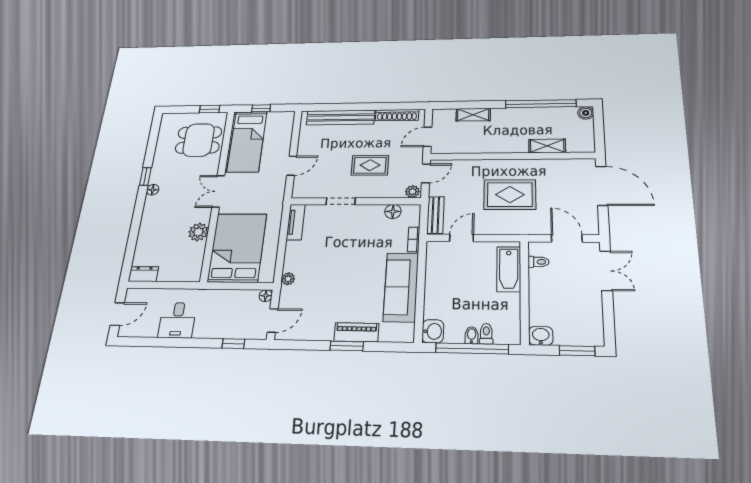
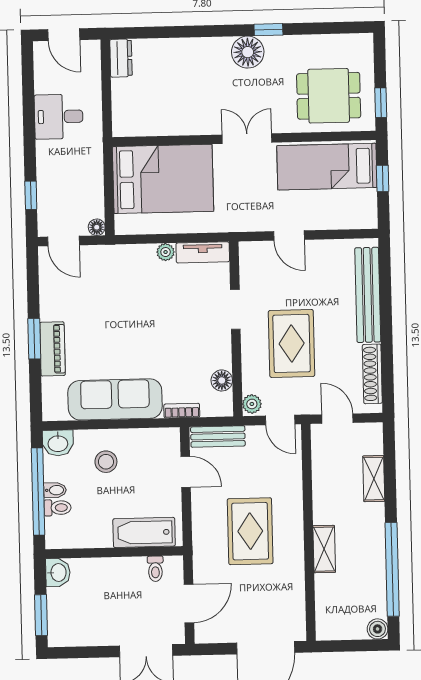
dining table: (199, 140) -> (329, 96), turned 90
shelving: (547, 146) -> (324, 549), moved
rug: (370, 165) -> (292, 343), width x1.36, depth x1.43
floor lamp: (153, 190) -> (248, 52), width x1.89, depth x1.89
plant: (198, 232) -> (185, 122), removed
plant: (288, 279) -> (166, 252), moved
stool: (450, 295) -> (106, 462), added

